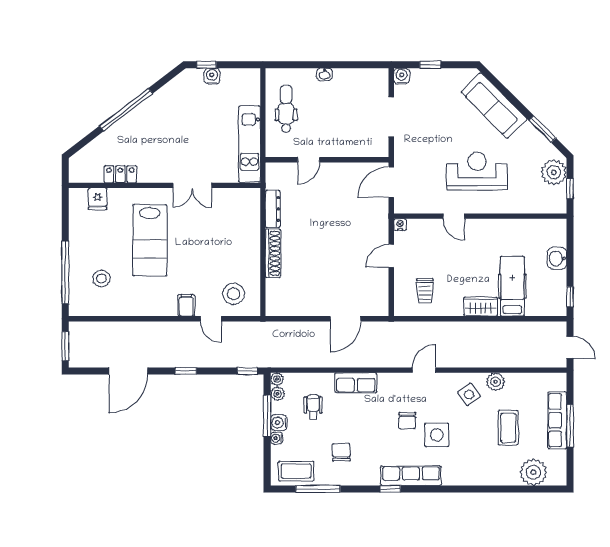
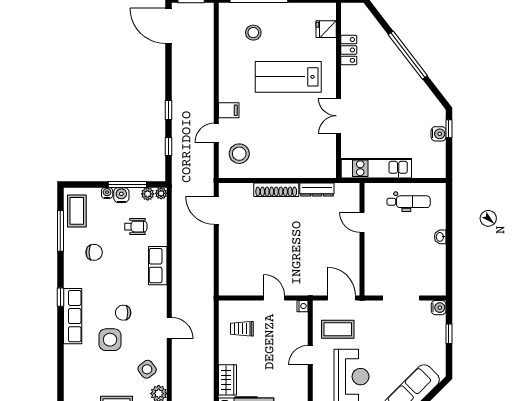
coffee table: (425, 186) -> (338, 329), added
door: (345, 319) -> (216, 210), moved
door: (128, 371) -> (169, 26), moved
window: (247, 371) -> (169, 147), moved

